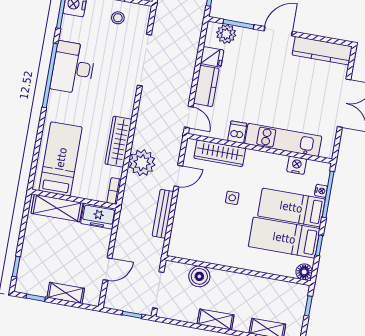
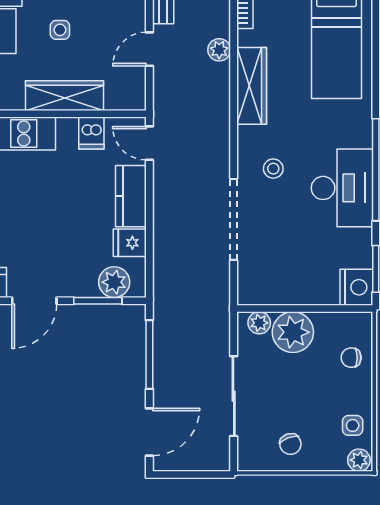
stool: (118, 18) -> (273, 169), moved
dishwasher: (237, 132) -> (91, 133), moved
wardrobe: (220, 153) -> (64, 96), moved
plant: (142, 163) -> (219, 50), width x0.53, depth x0.53

